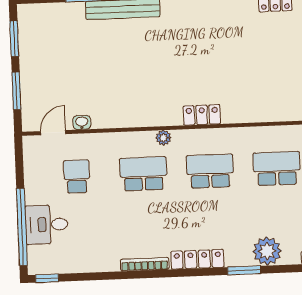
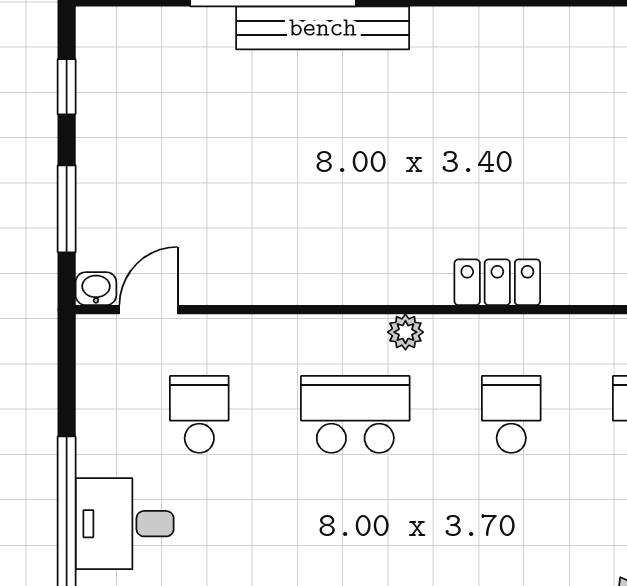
window: (14, 39) -> (67, 87), width x0.67
washbasin: (82, 122) -> (96, 289), moved
school desk: (210, 171) -> (511, 414), width x0.54

